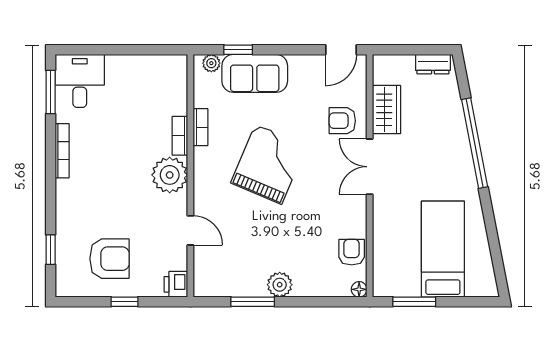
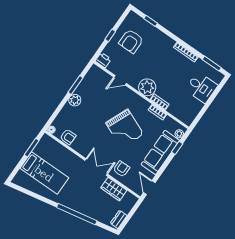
sofa: (255, 73) -> (160, 152), width x1.36
desk: (80, 81) -> (201, 87), moved

